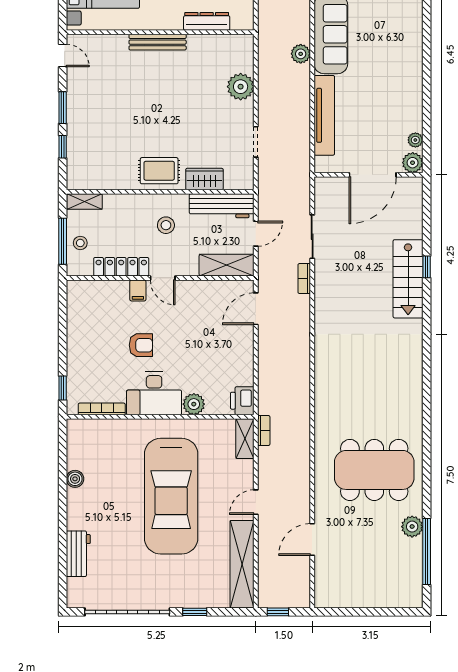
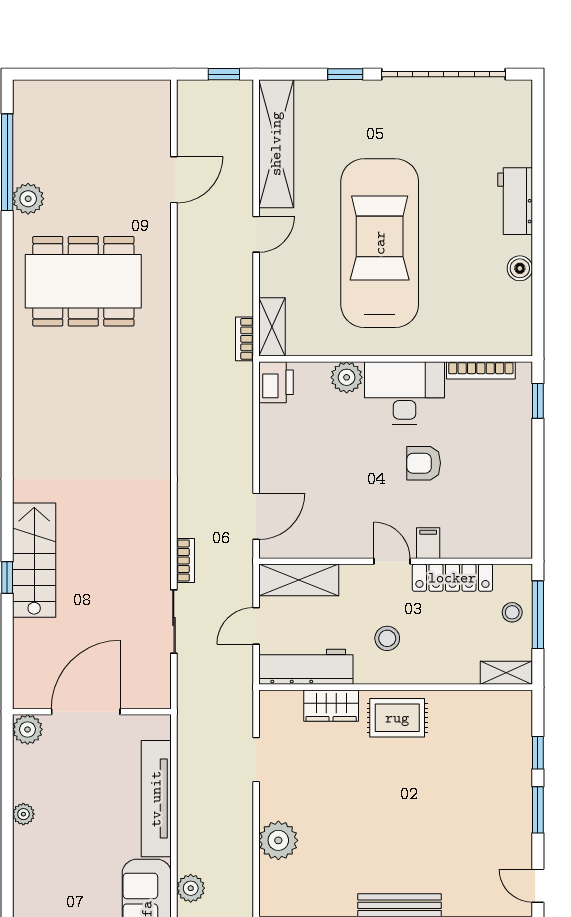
plant: (415, 140) -> (23, 814), moved
workbench: (78, 554) -> (515, 201), moved

